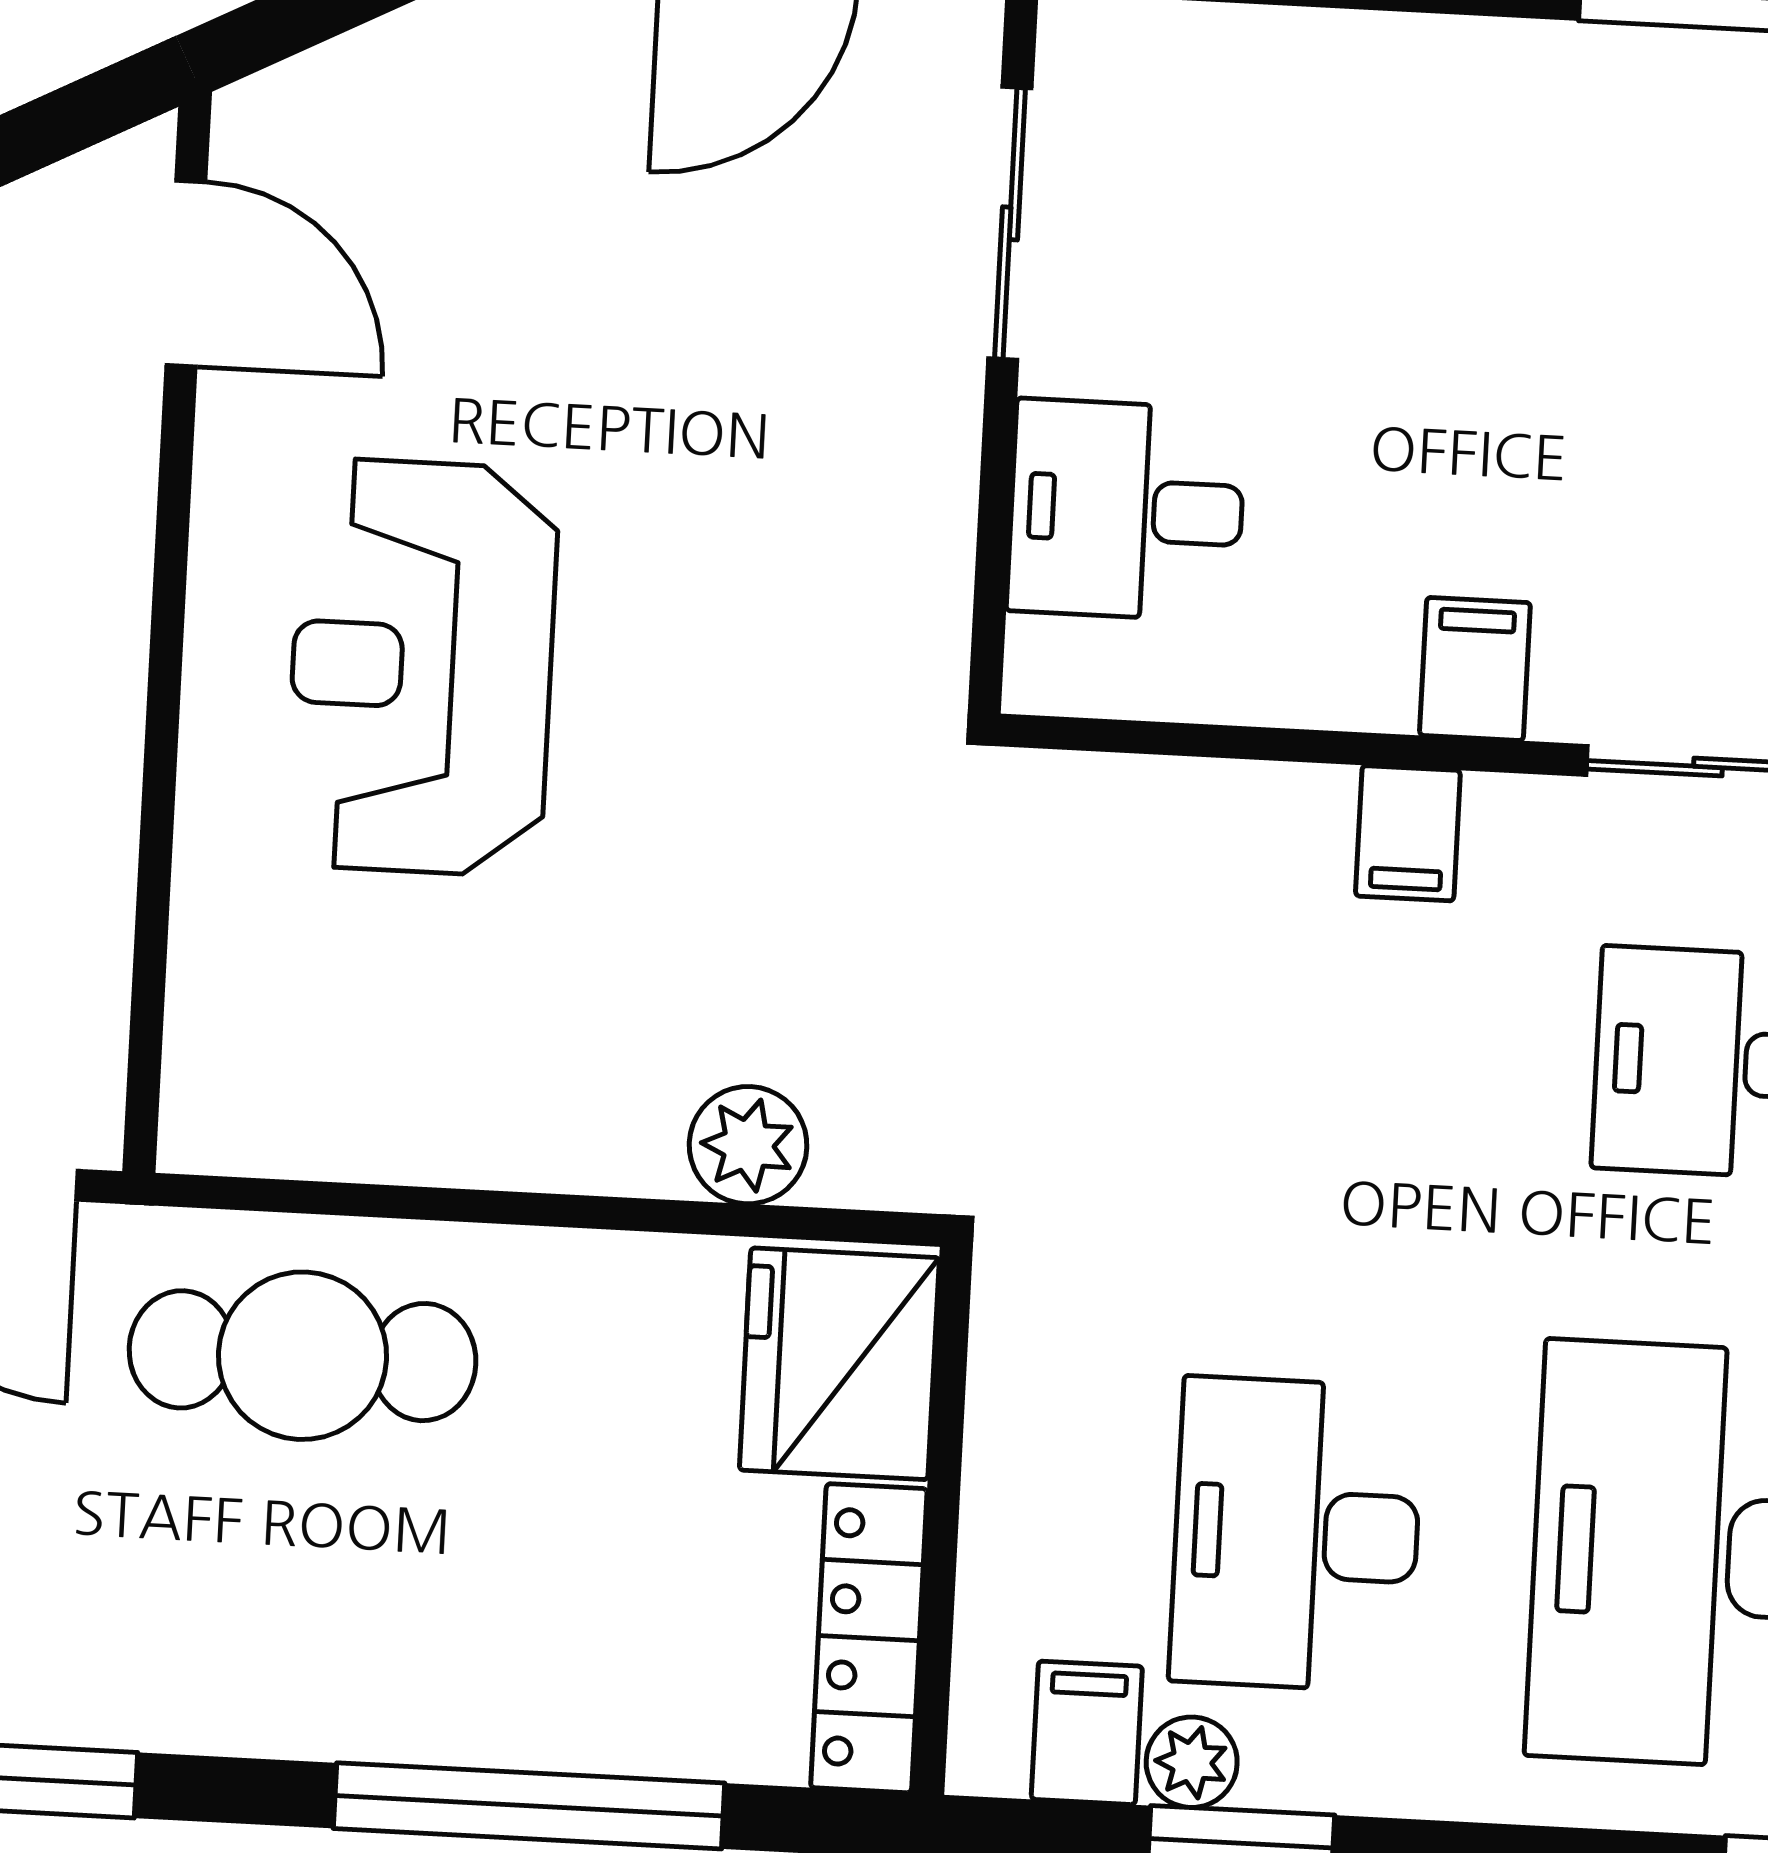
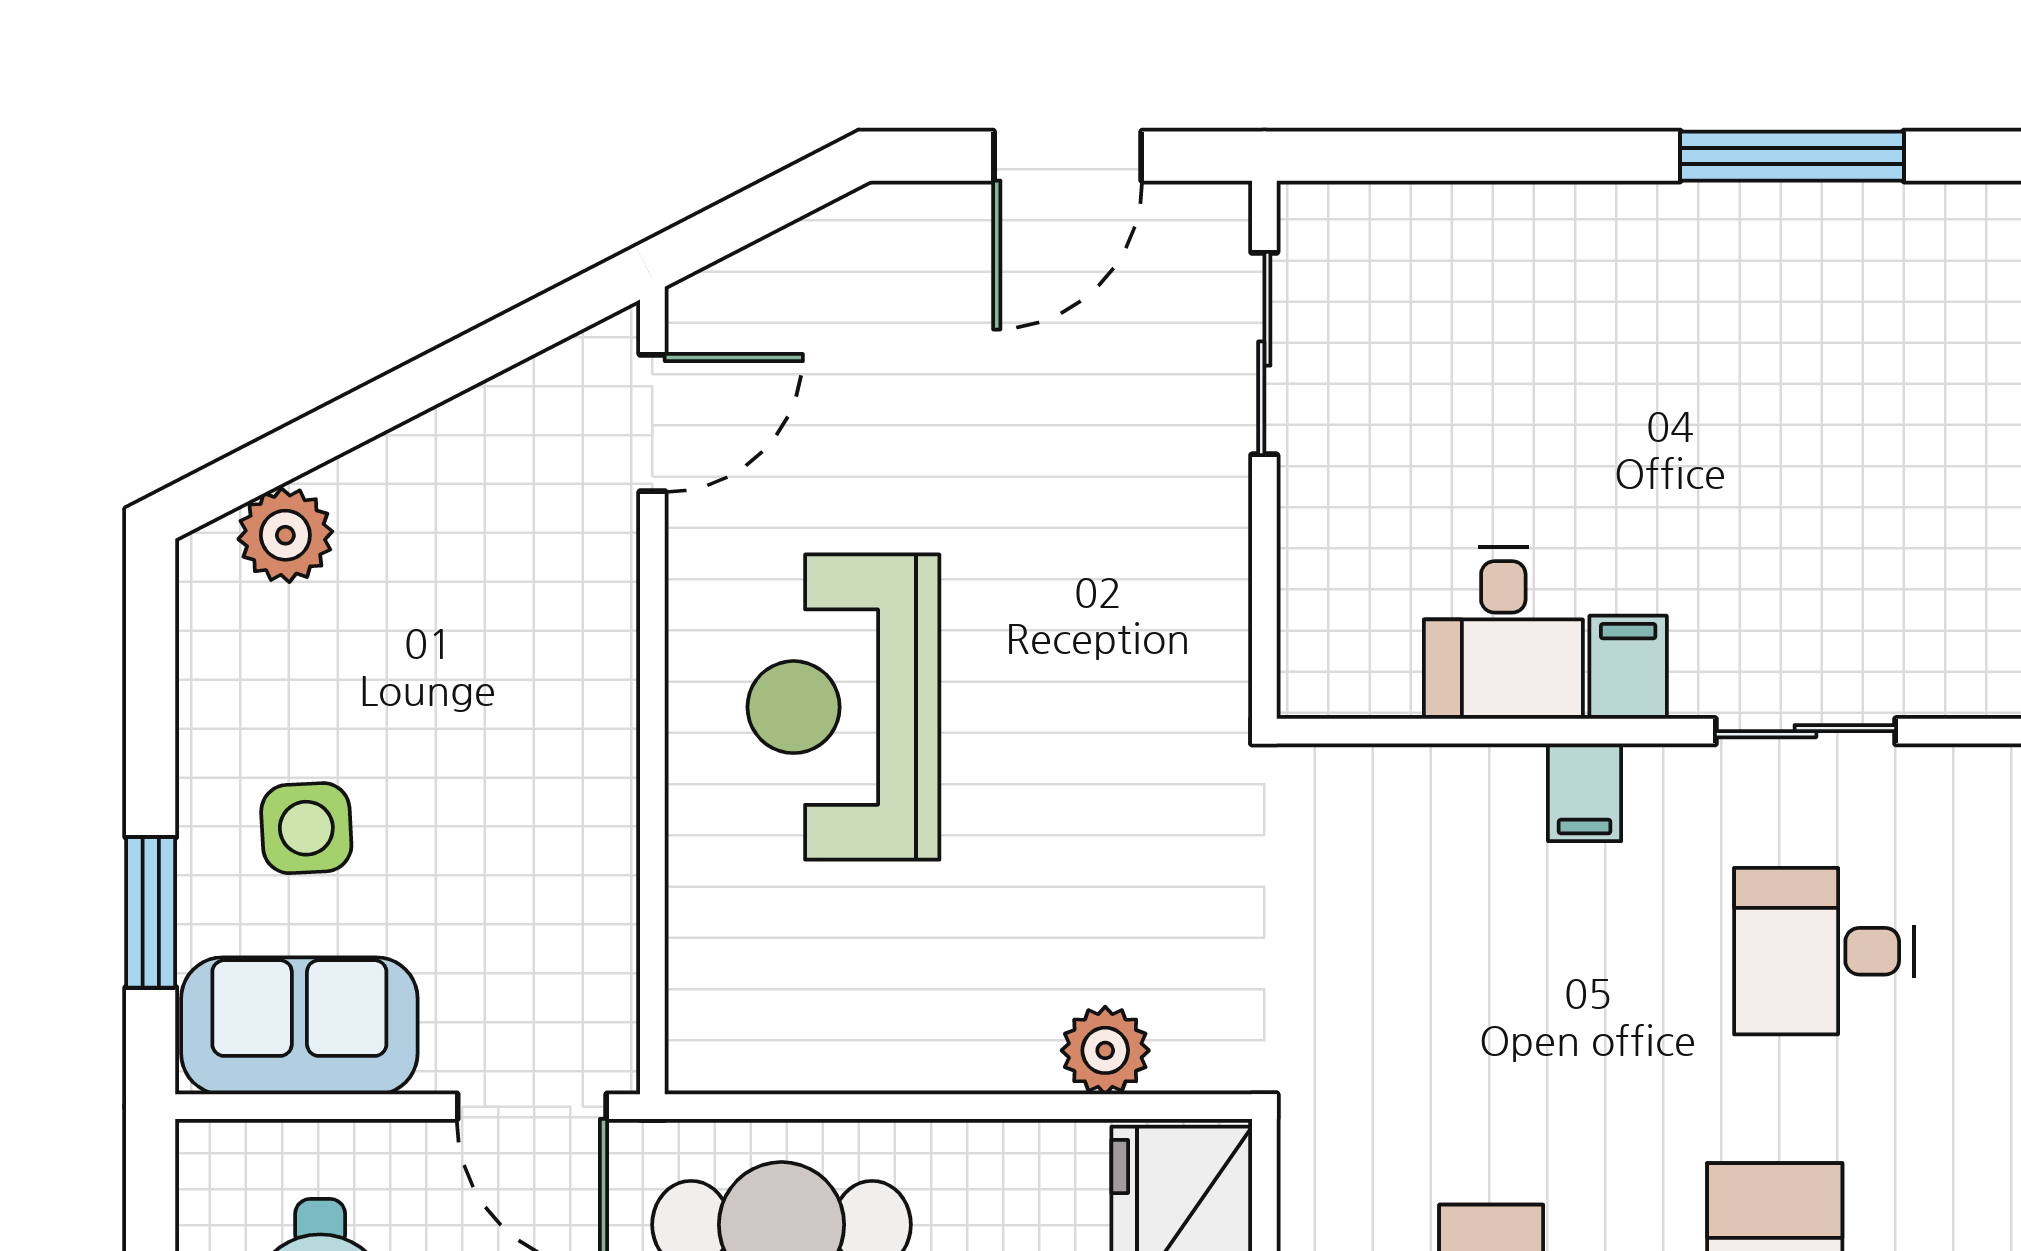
door: (186, 273) -> (652, 423), hinge flipped
desk: (1126, 510) -> (1503, 633), moved, turned -90

